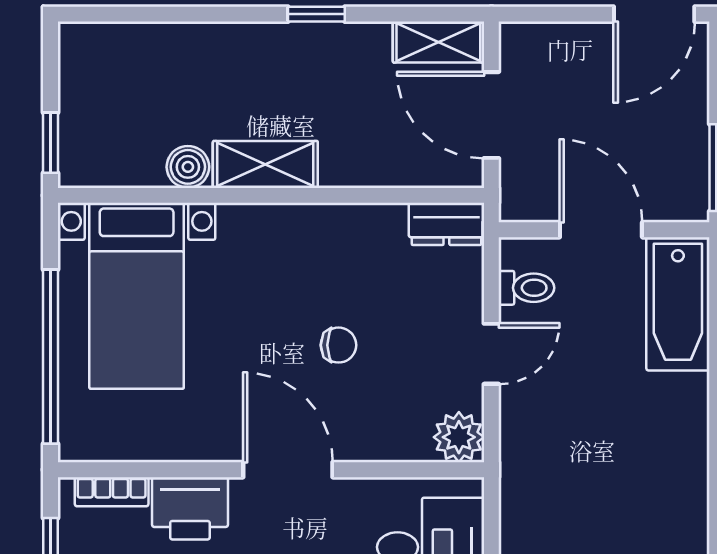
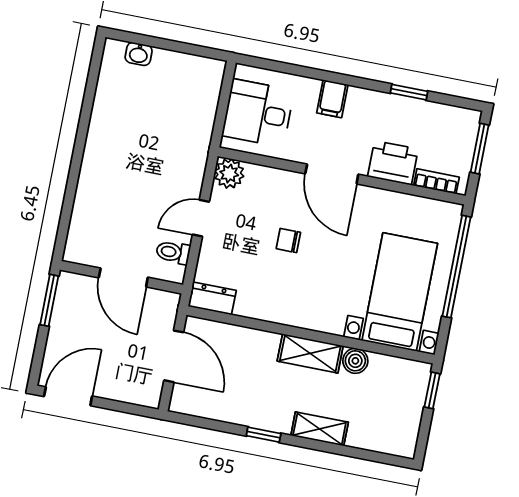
shelving: (438, 42) -> (320, 429), moved
bathtub: (678, 304) -> (87, 226), removed

